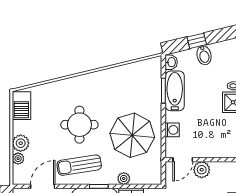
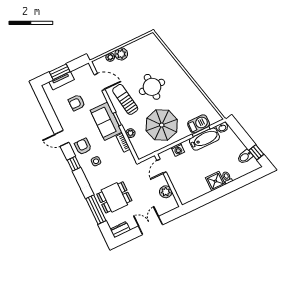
window: (197, 41) -> (256, 152), moved
bidet: (204, 55) -> (245, 157), moved
barbecue: (21, 106) -> (199, 124), moved, turned 180
door: (183, 160) -> (162, 166), hinge flipped
plant: (202, 170) -> (166, 192), moved

